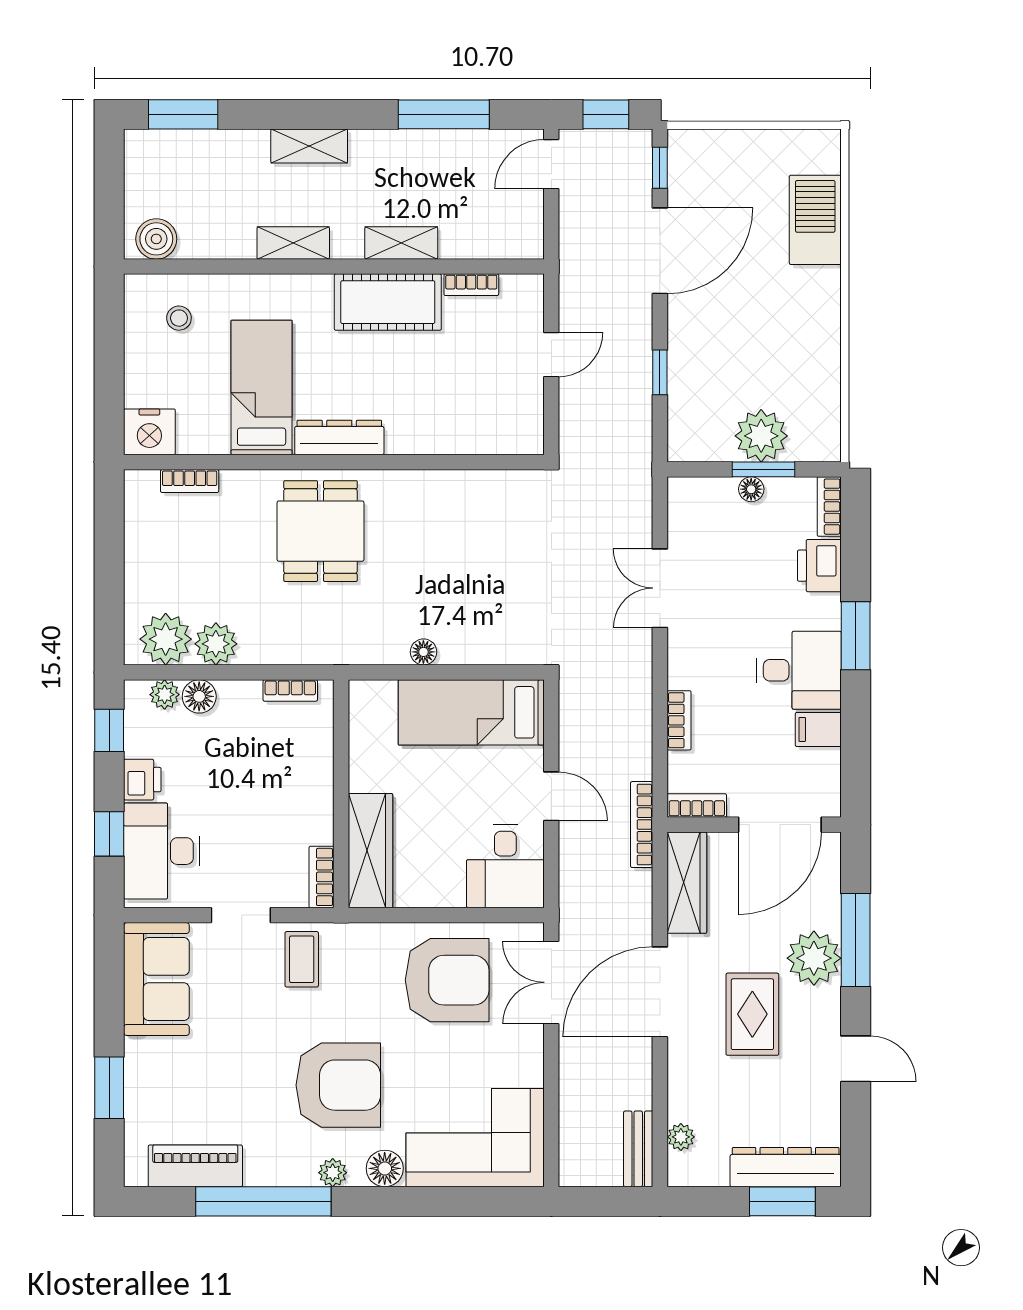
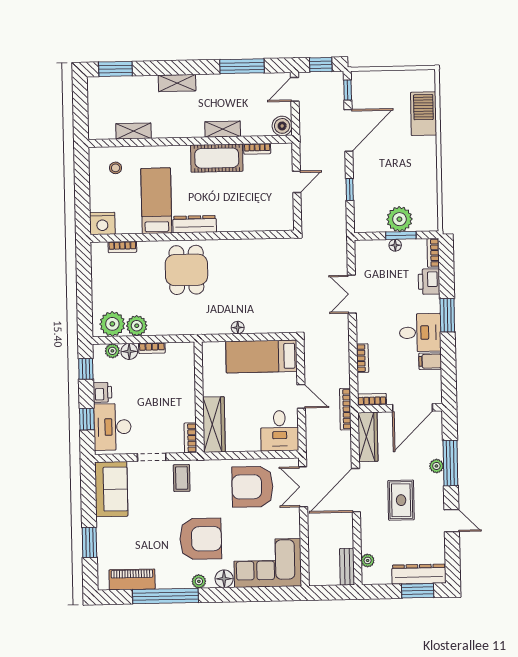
boiler: (156, 239) -> (282, 126), moved
shelving: (293, 243) -> (133, 131), moved
bookcase: (290, 690) -> (152, 348), moved
plant: (814, 958) -> (436, 466), width x0.53, depth x0.53
armchair: (447, 980) -> (252, 487), turned 180

